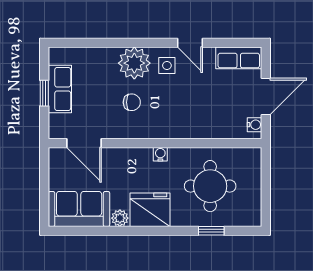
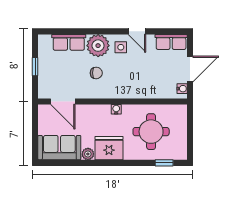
row of seats: (60, 89) -> (69, 42), moved, turned 90
window: (211, 231) -> (164, 163), moved

